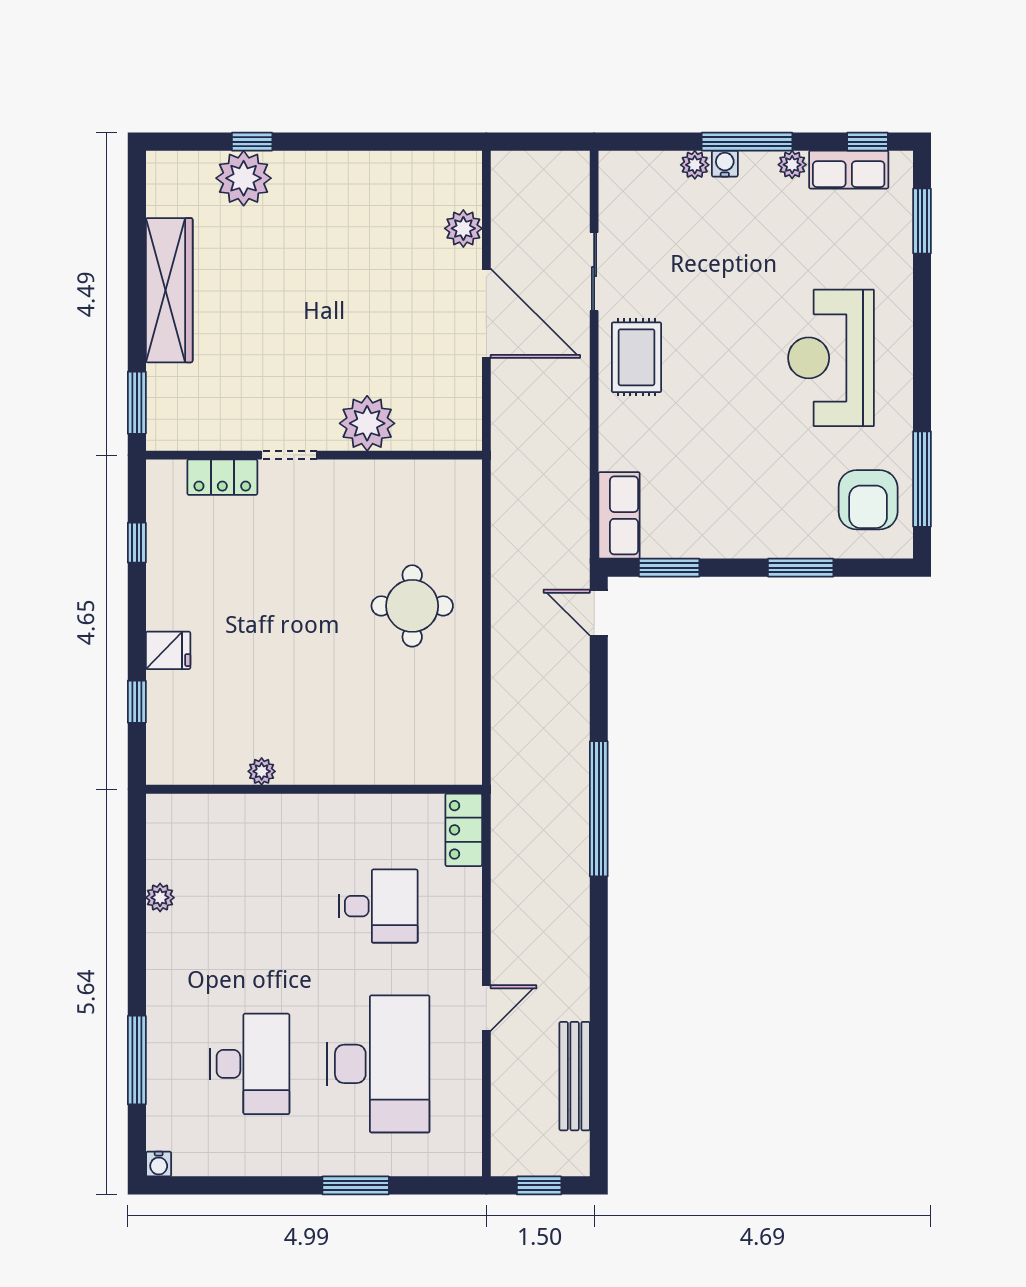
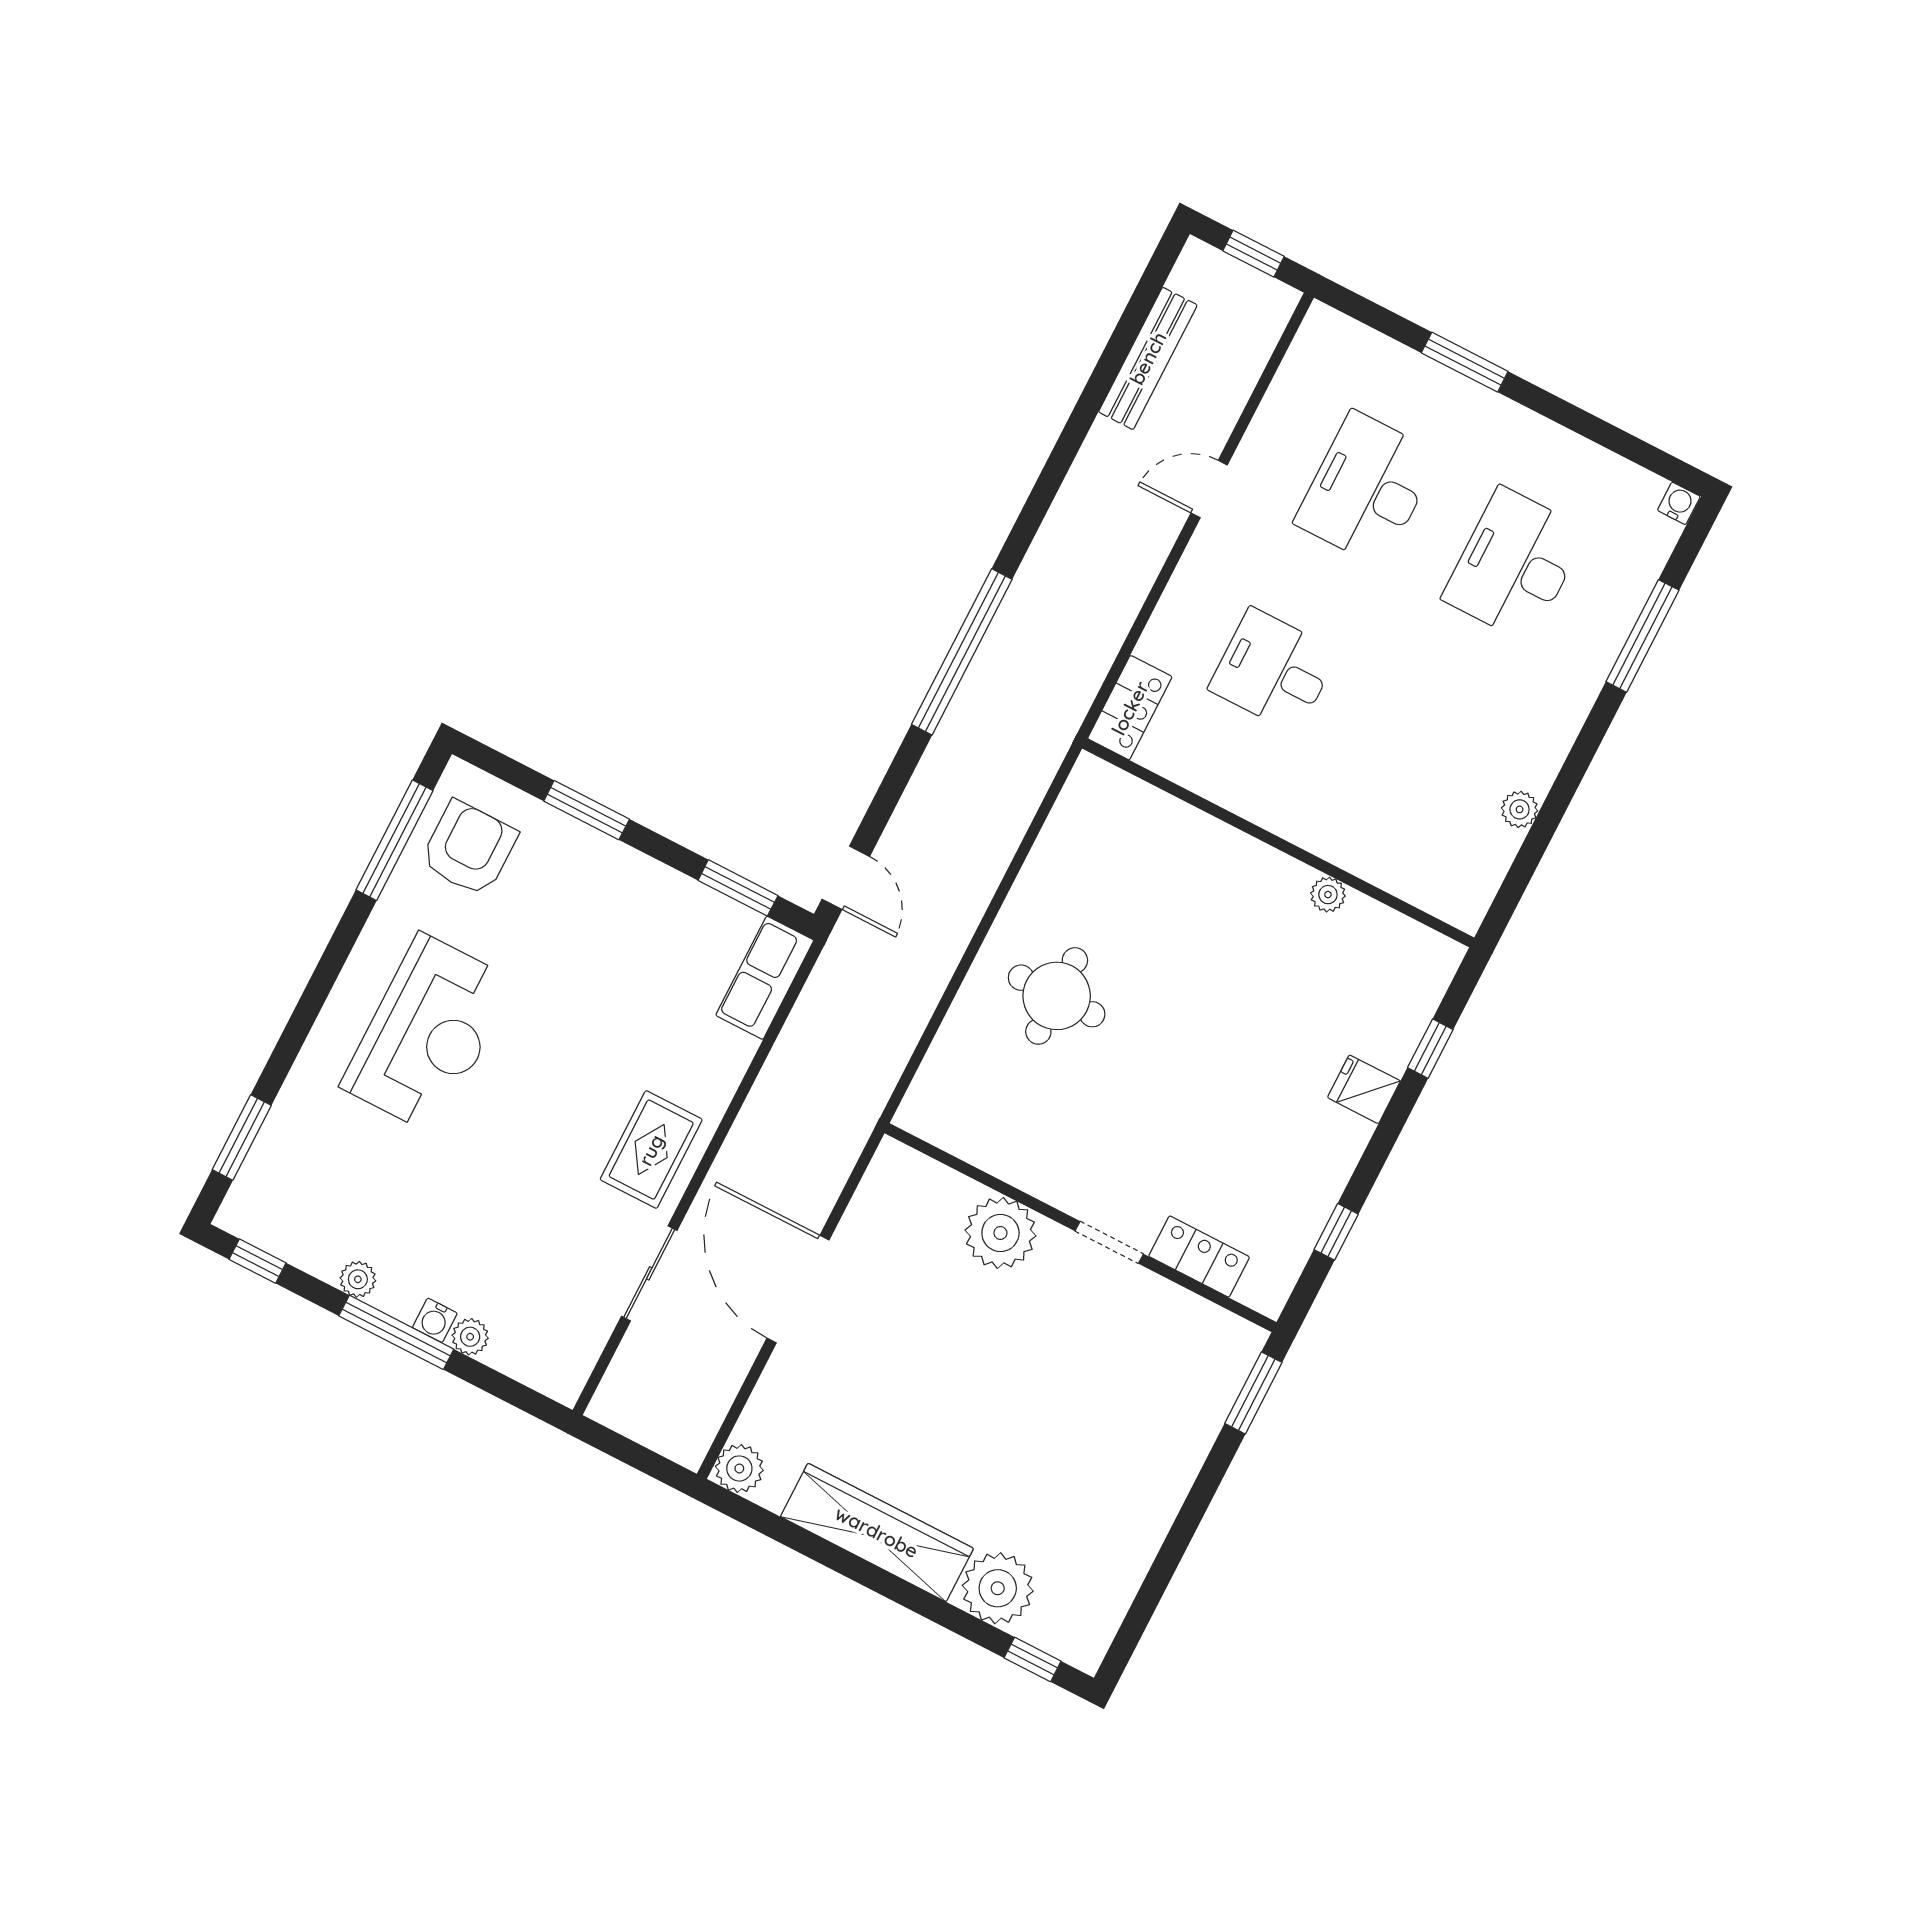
window: (252, 142) -> (1033, 1659), moved
row of seats: (849, 170) -> (296, 1240), removed
plant: (463, 228) -> (739, 1468), moved
wardrobe: (169, 290) -> (877, 1532), moved, turned 90
desk: (378, 1064) -> (1367, 489), width x0.73, depth x0.77

